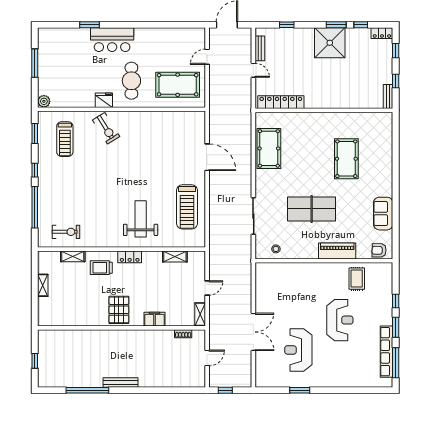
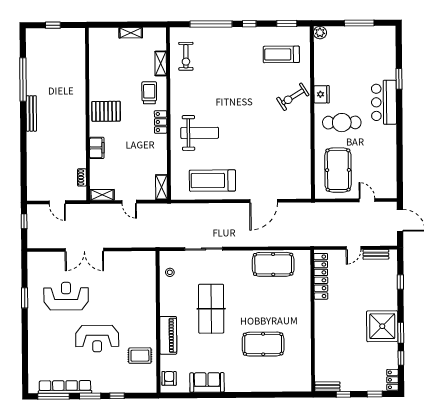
shelving: (175, 256) -> (161, 187), moved

